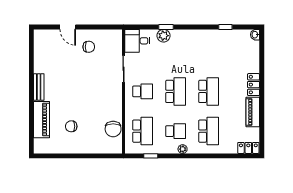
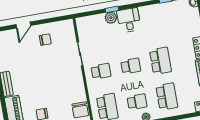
door: (68, 27) -> (23, 25), hinge flipped
desk: (137, 41) -> (129, 20), moved, turned 90
school desk: (176, 91) -> (131, 66), width x0.54

